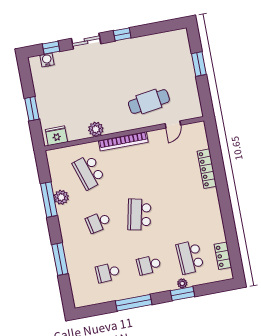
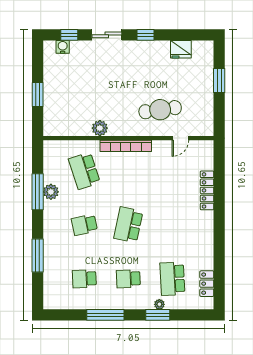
fridge: (56, 136) -> (181, 49), moved, turned 180

